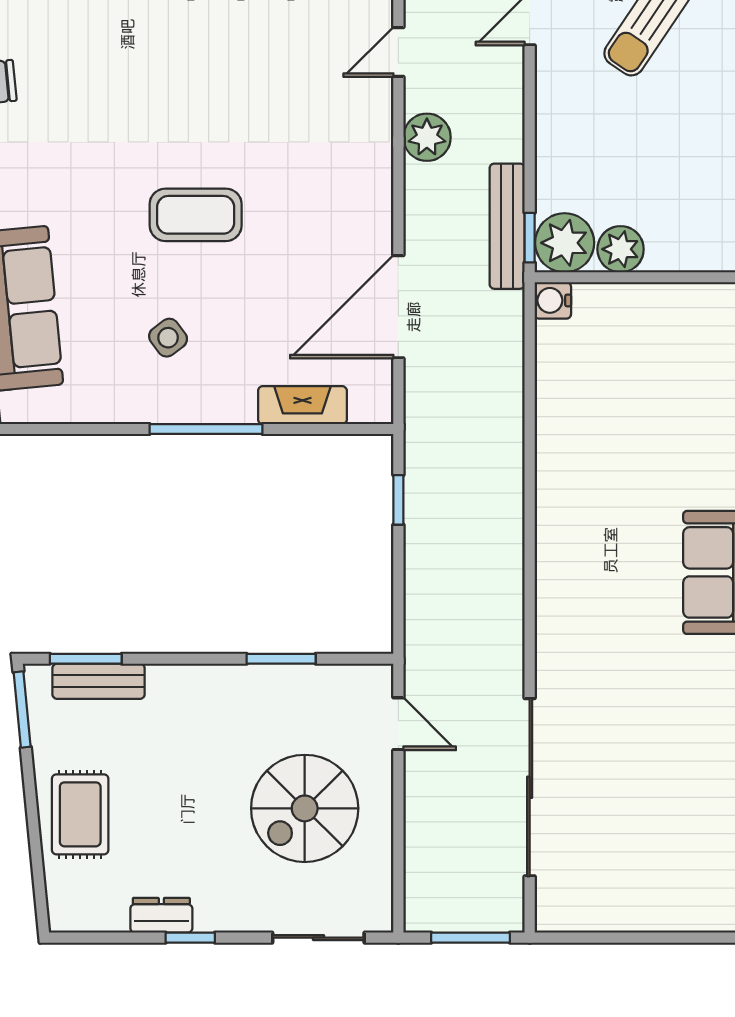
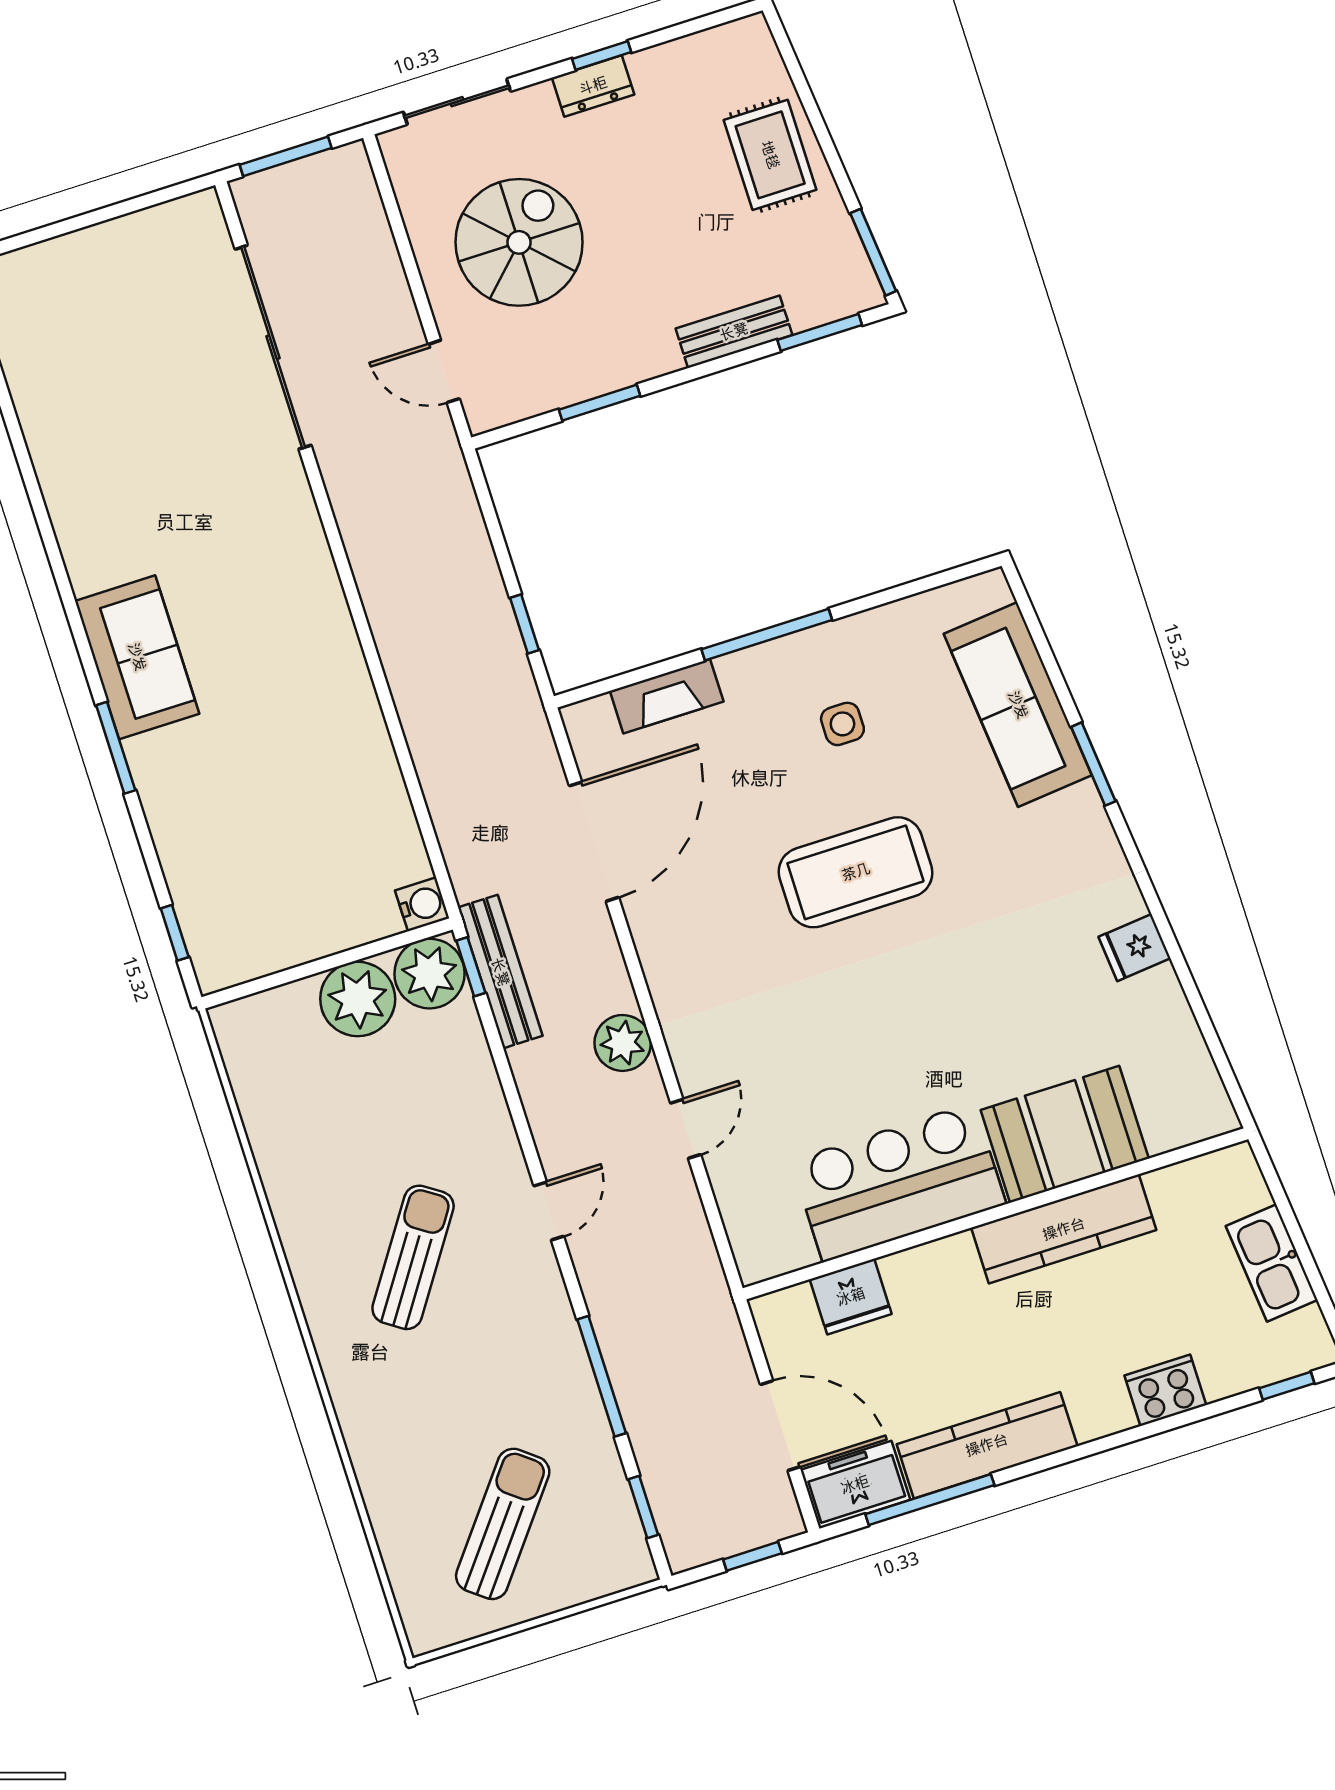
coffee table: (196, 215) -> (856, 872), width x1.36, depth x1.32
plant: (621, 249) -> (358, 999), width x1.36, depth x1.36
side table: (168, 338) -> (842, 724), turned 37
bench: (99, 681) -> (734, 332), moved
dresser: (161, 915) -> (593, 86), moved

